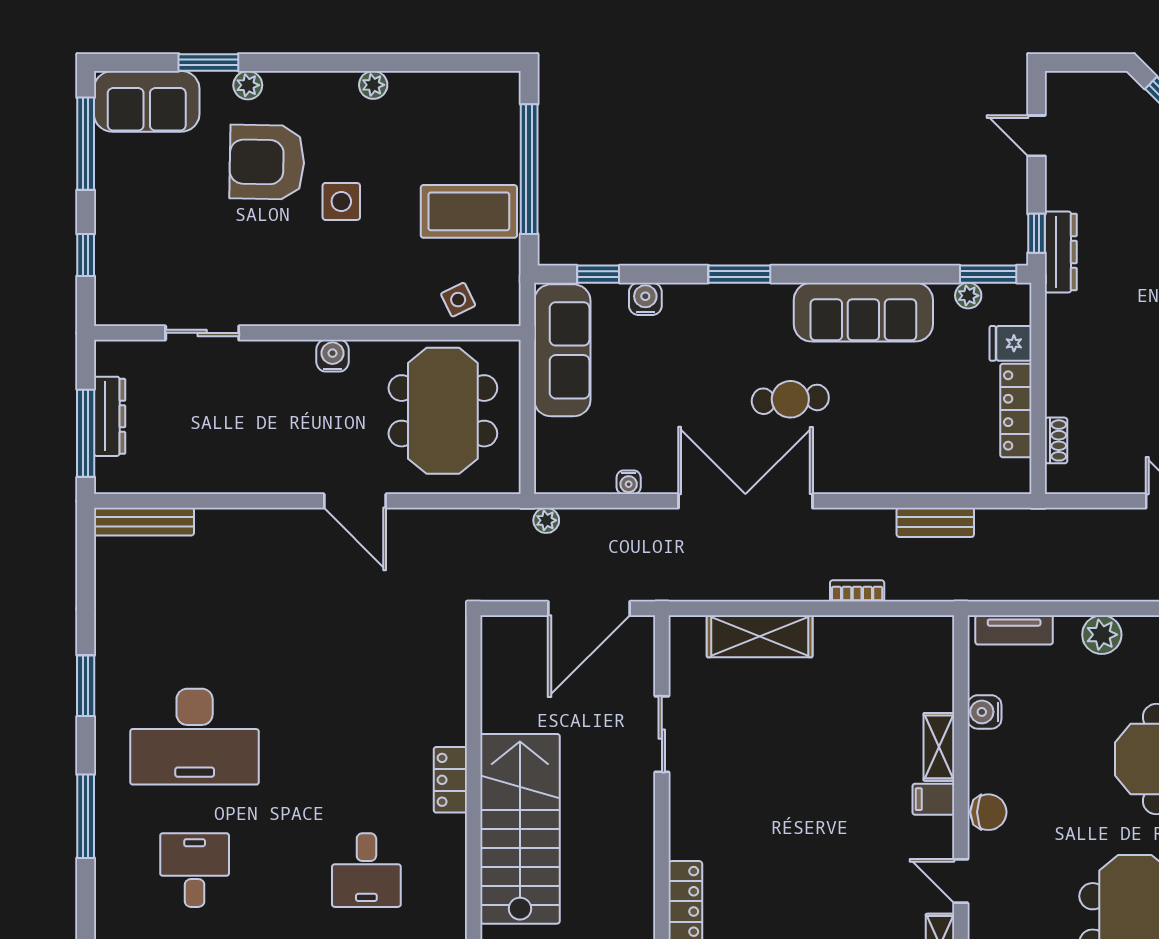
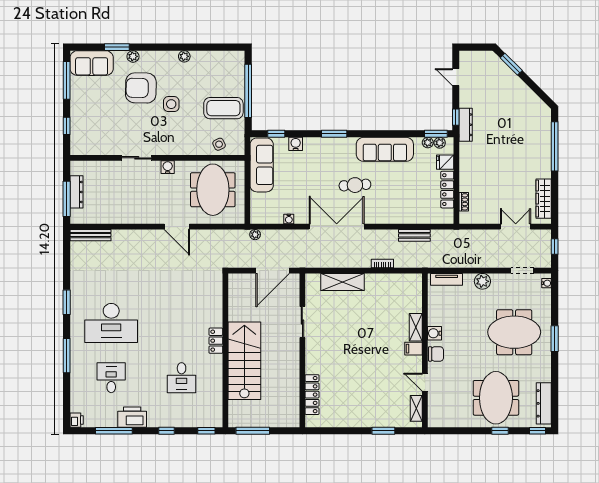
plant: (997, 296) -> (440, 143), added
sliding door: (202, 333) -> (137, 158), moved
water cooler: (984, 712) -> (434, 333), moved

